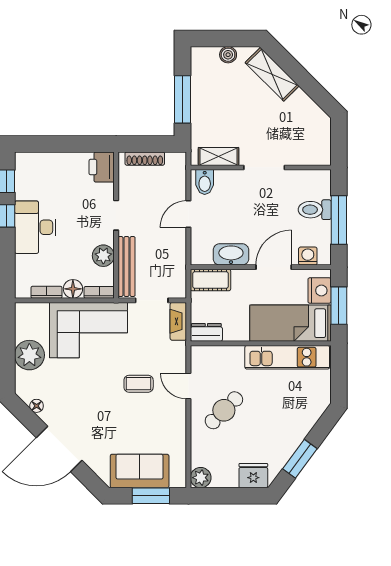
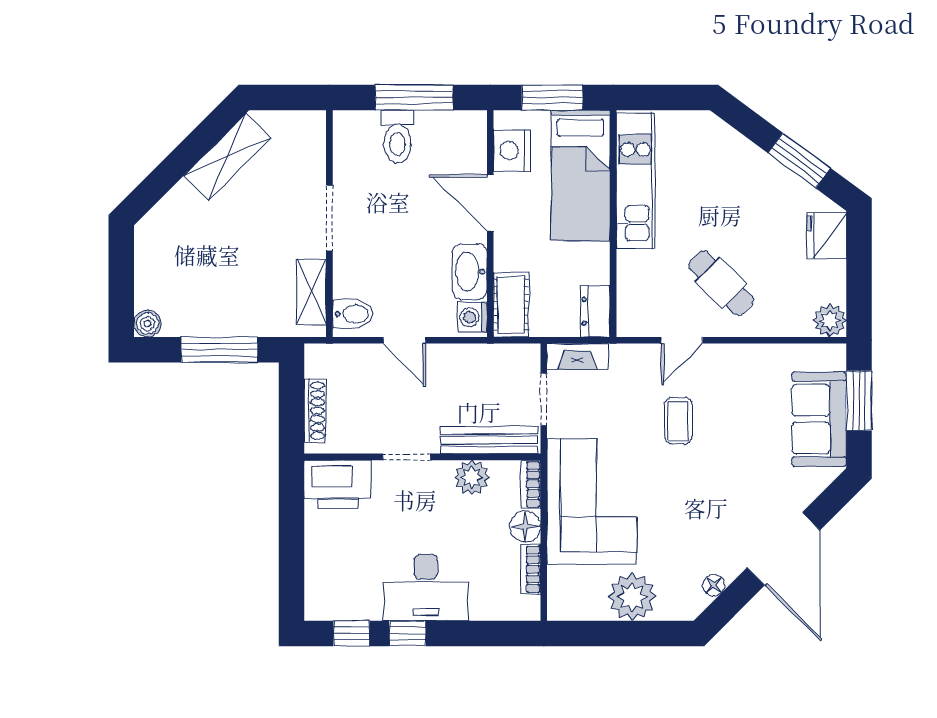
boiler: (228, 55) -> (147, 324), moved
shelving: (272, 74) -> (228, 157), moved
printer: (102, 167) -> (338, 484), width x1.37, depth x1.19
washing machine: (308, 256) -> (472, 317), moved
nightstand: (320, 291) -> (512, 151), moved, turned -90

